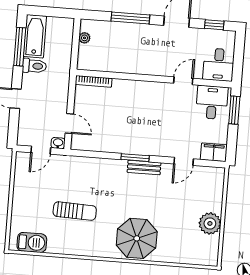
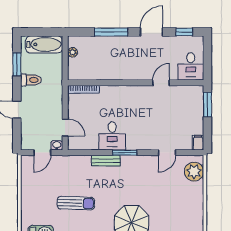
bathtub: (35, 36) -> (44, 44), moved, turned 90
window: (20, 47) -> (17, 64), width x0.69
desk: (212, 102) -> (112, 136), moved, turned 180
filing cabinet: (214, 152) -> (198, 143), width x0.50
bench: (144, 167) -> (106, 161), moved
plant: (210, 223) -> (194, 172), moved

